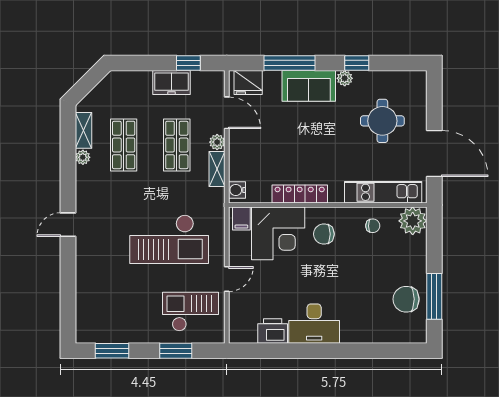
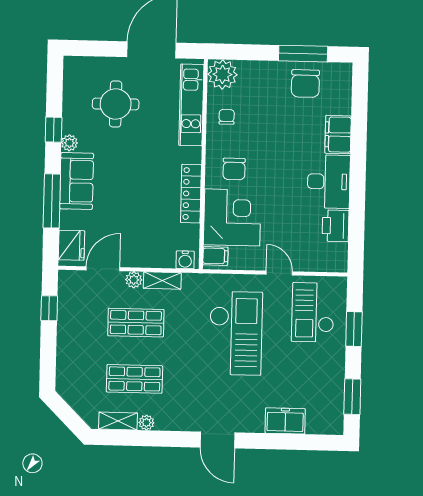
freezer: (172, 83) -> (285, 421), moved, turned -90
door: (68, 225) -> (217, 440), width x1.38
filing cabinet: (359, 331) -> (338, 135), added

